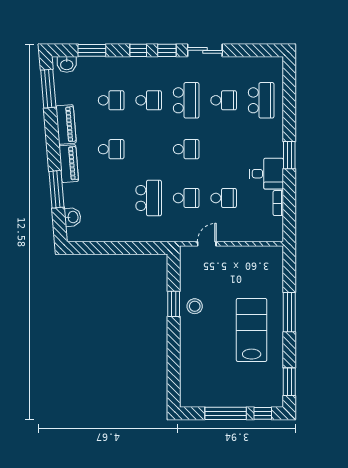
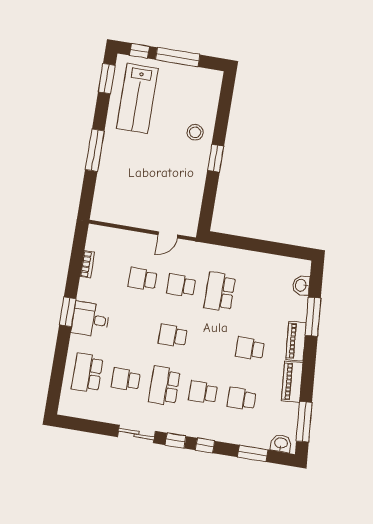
desk: (267, 174) -> (90, 319), moved
window: (174, 304) -> (216, 158), moved
stool: (195, 306) -> (195, 132), moved
lab bench: (252, 330) -> (137, 98), moved

